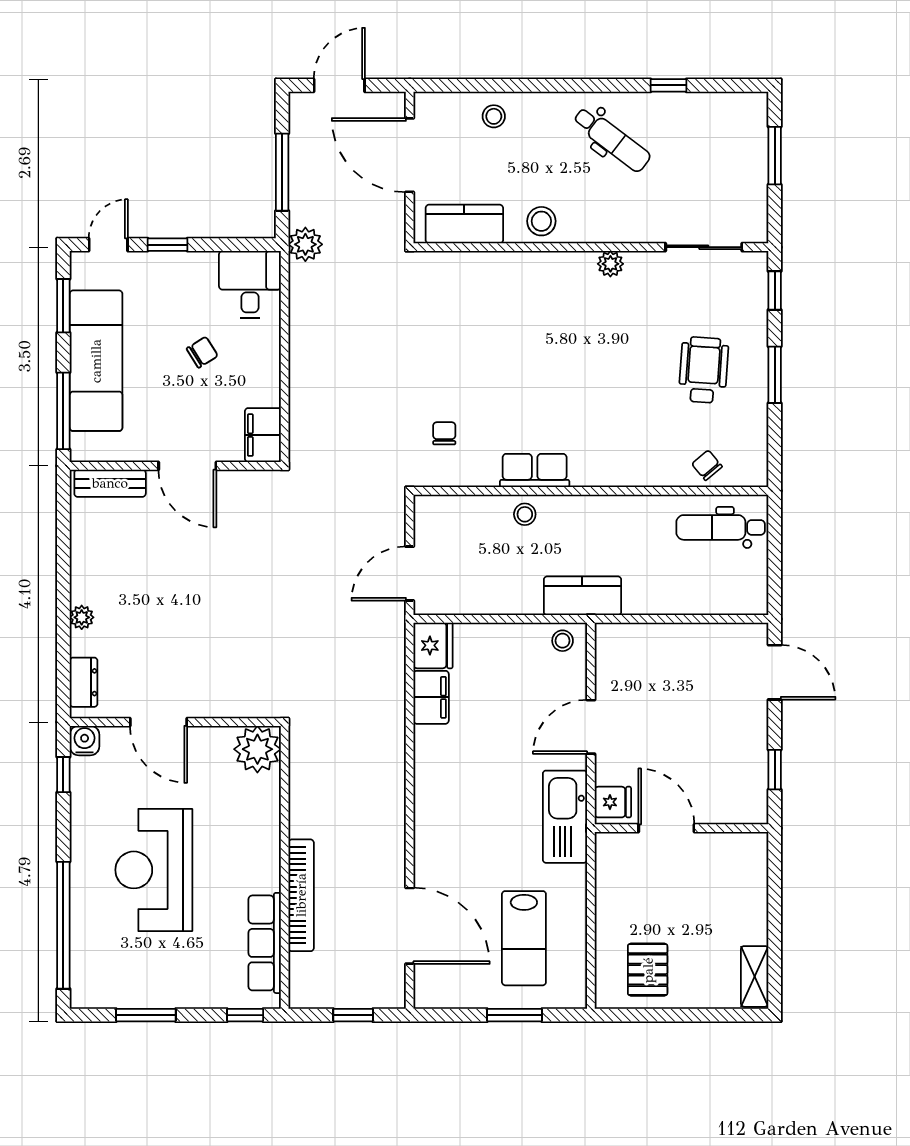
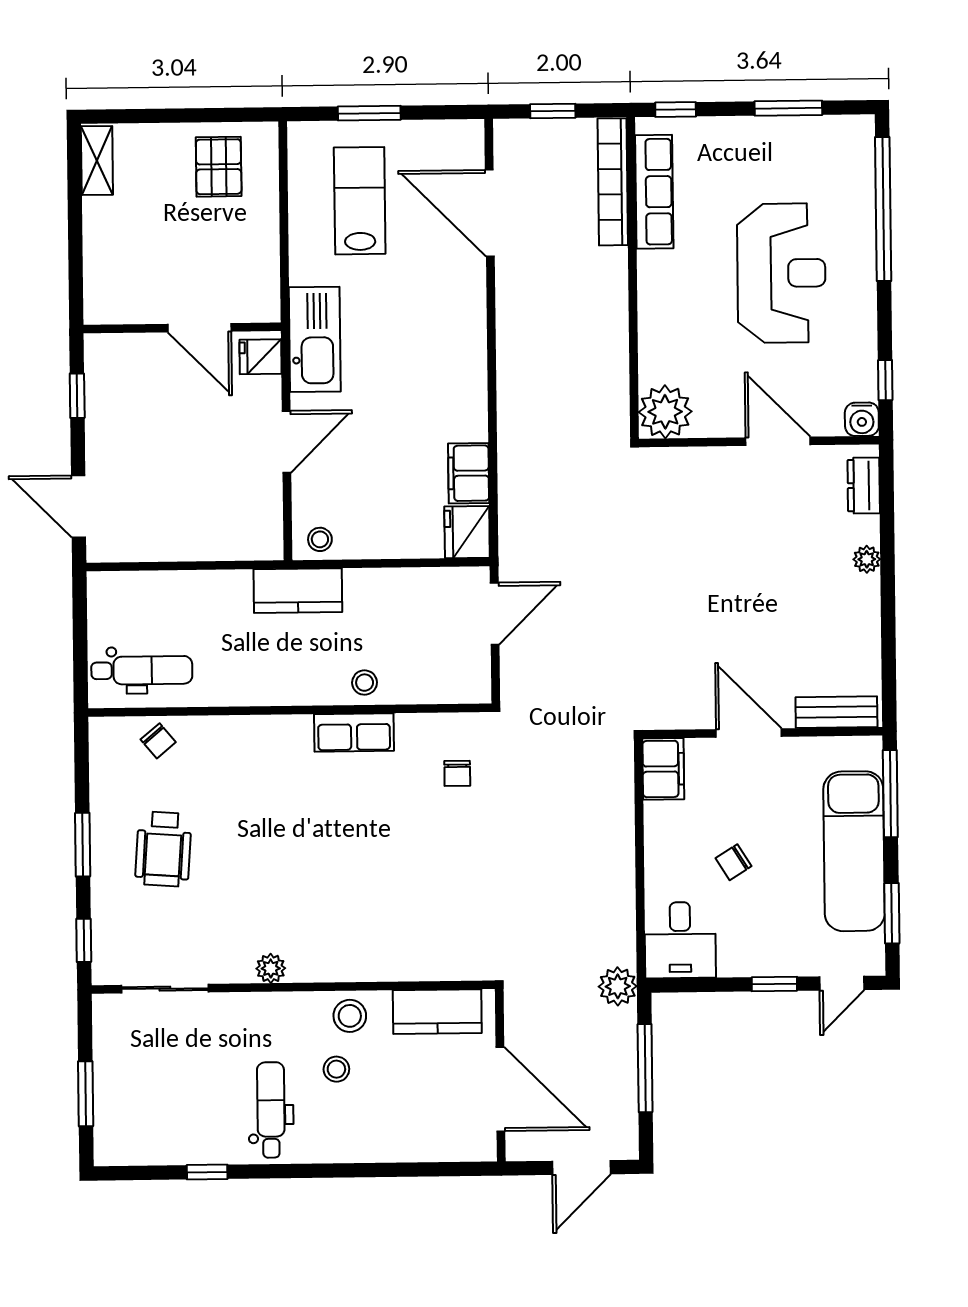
stool: (494, 116) -> (336, 1069), moved
dental chair: (612, 139) -> (271, 1110), turned 53
bookcase: (301, 895) -> (613, 182), moved

